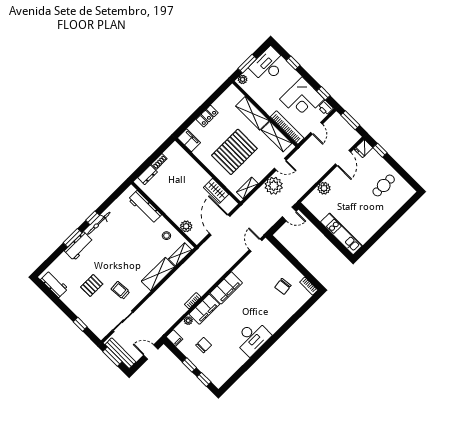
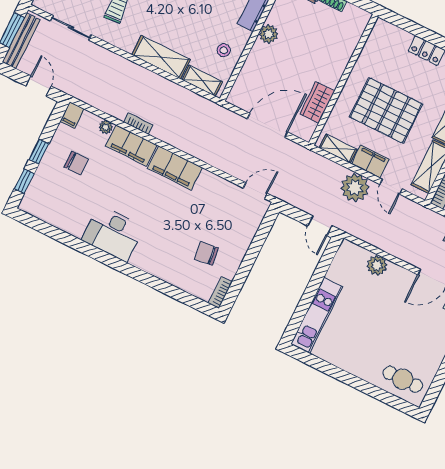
filing cabinet: (189, 140) -> (370, 161), moved, turned -90
cafe table: (384, 185) -> (403, 379), moved
plant: (186, 226) -> (268, 34), moved

